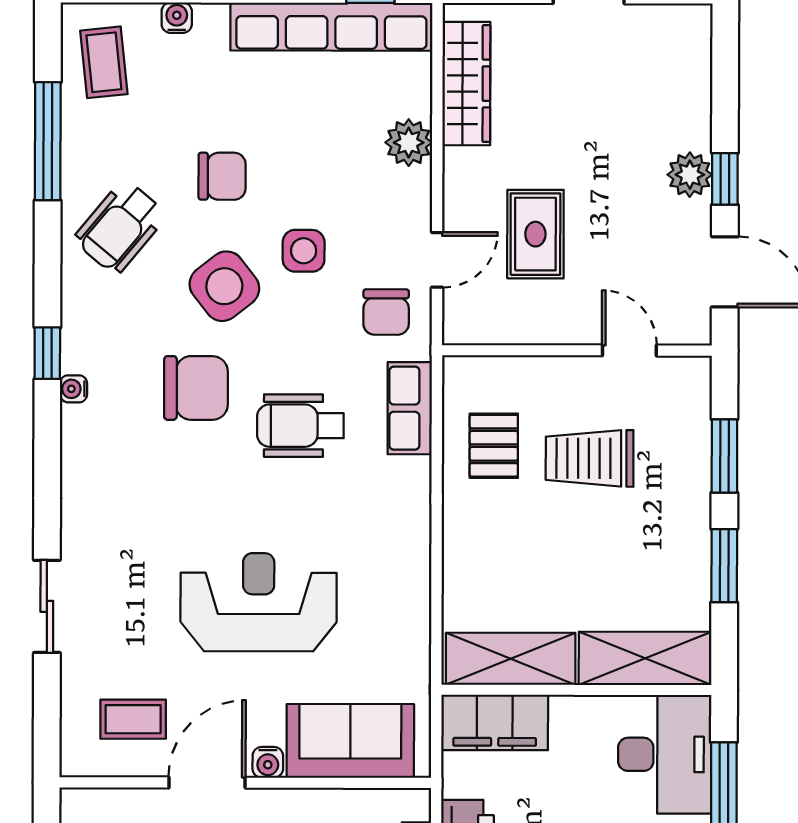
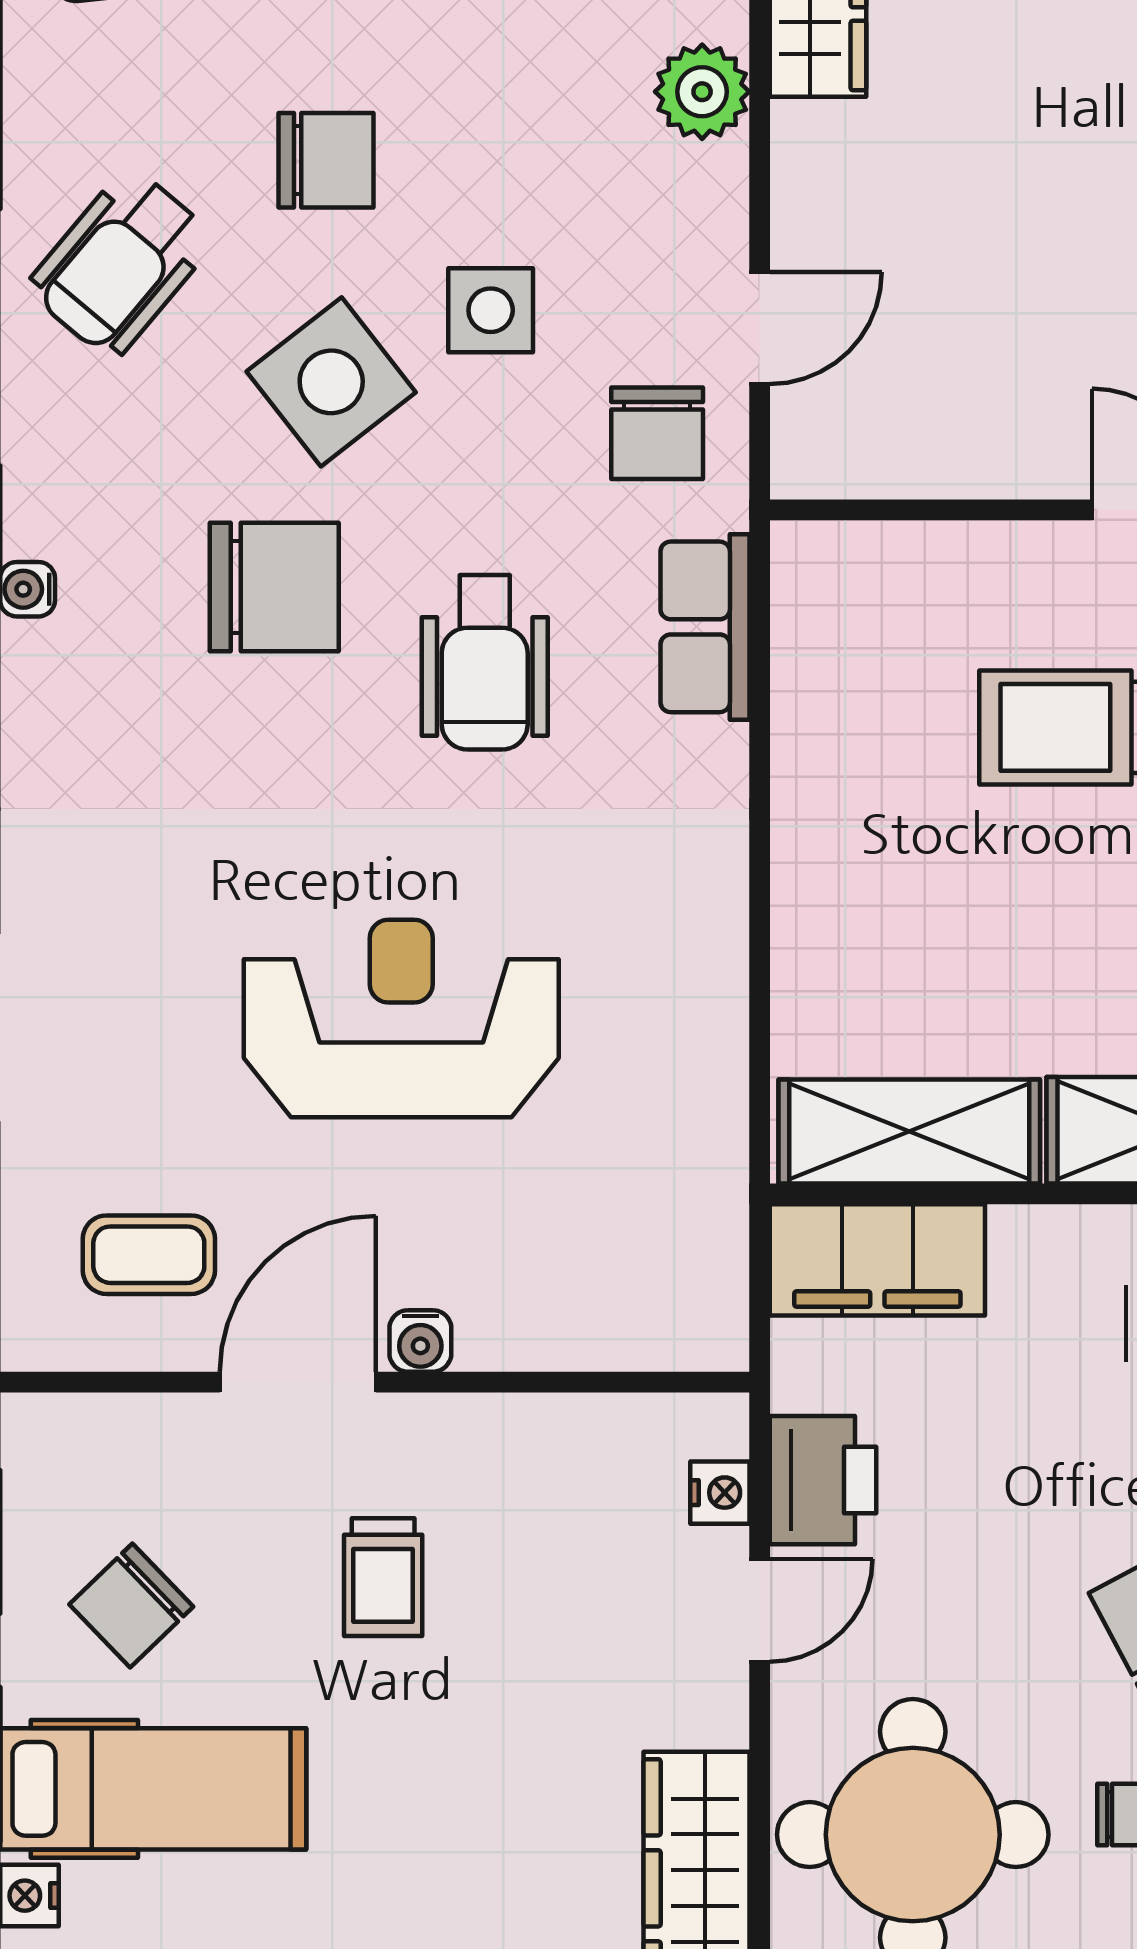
rug: (535, 234) -> (958, 276), removed
wheelchair: (300, 426) -> (485, 662), turned -90
pallet: (494, 446) -> (875, 702), removed
sofa: (350, 741) -> (586, 1298), removed

